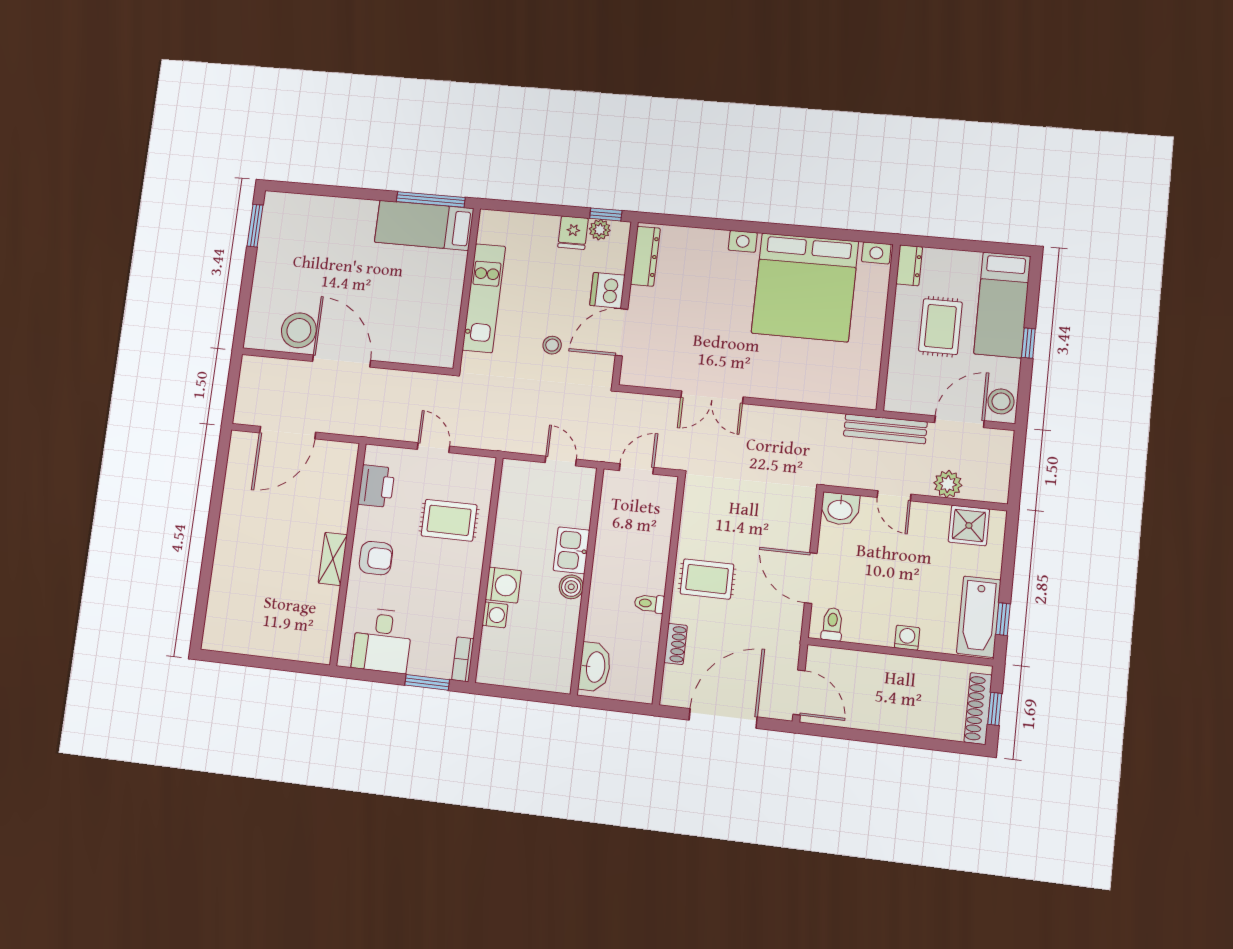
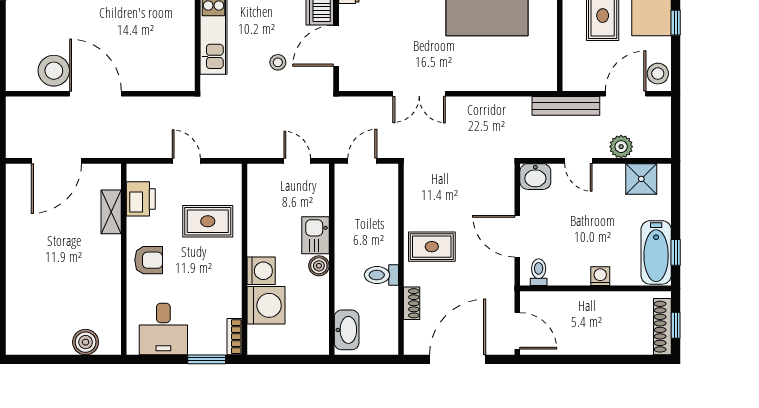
shelving: (333, 559) -> (111, 212), moved
toilet: (649, 603) -> (381, 275), width x1.37, depth x1.39
washing machine: (495, 615) -> (266, 305), width x1.89, depth x1.89
boiler: (292, 645) -> (86, 342), added

